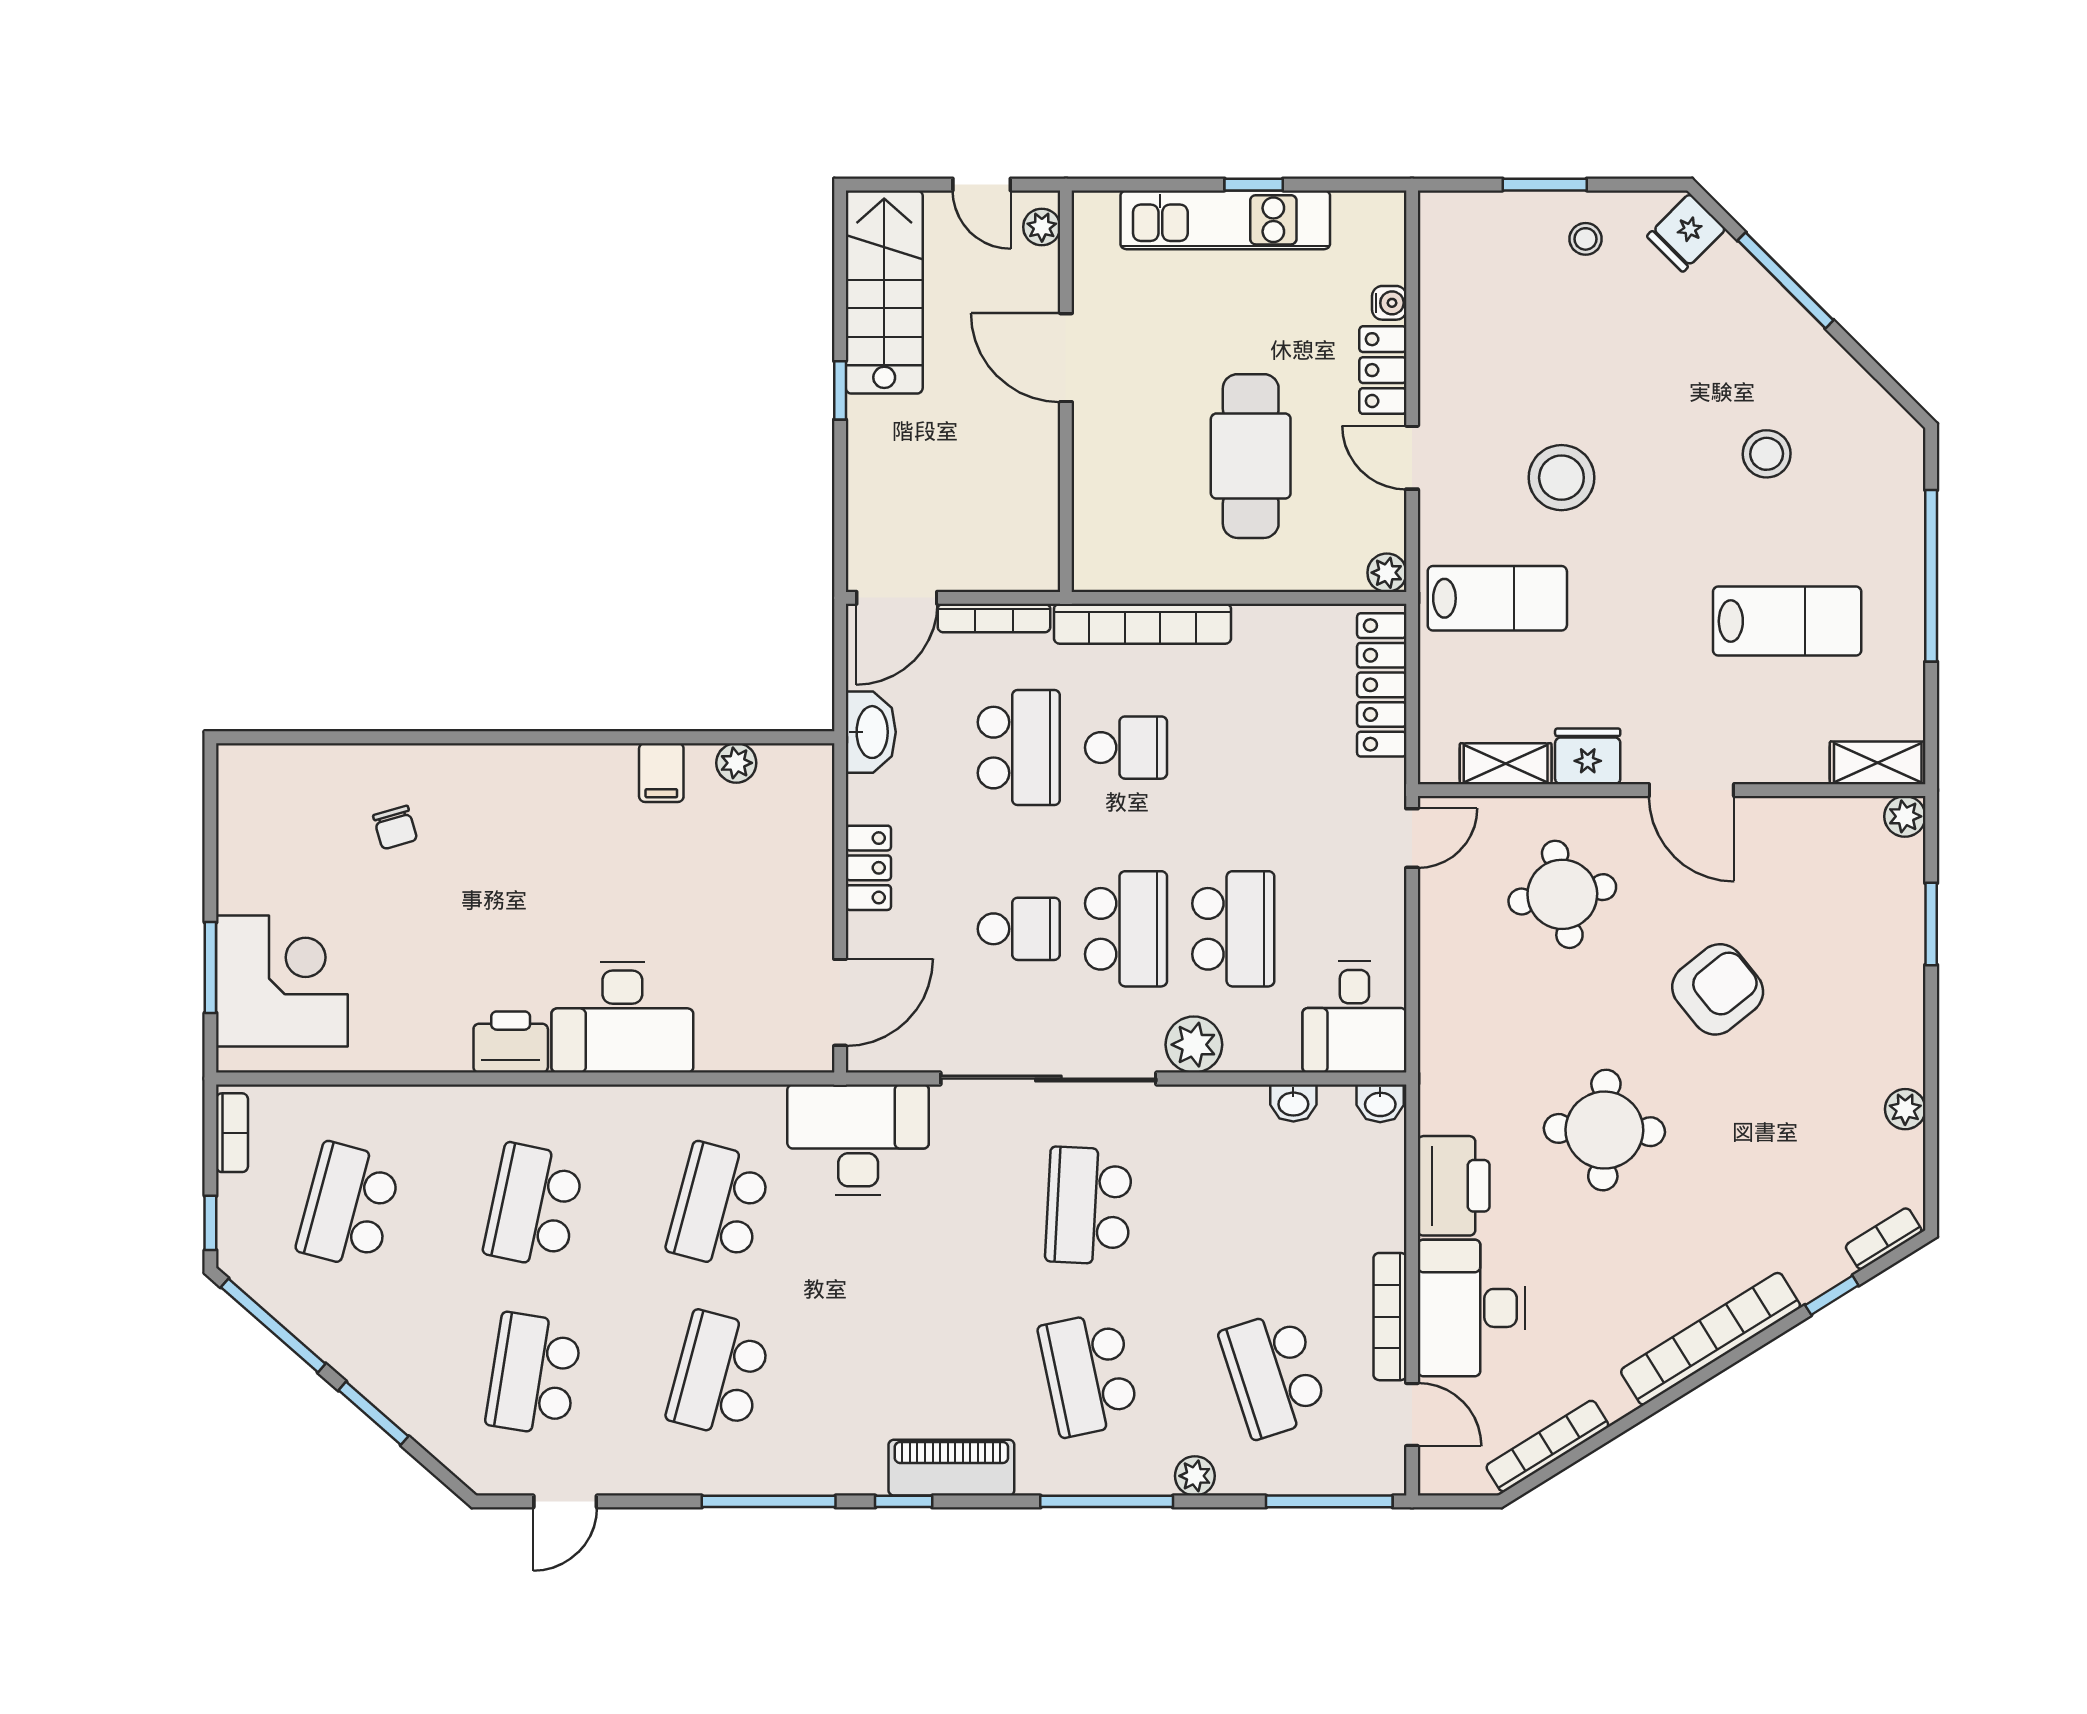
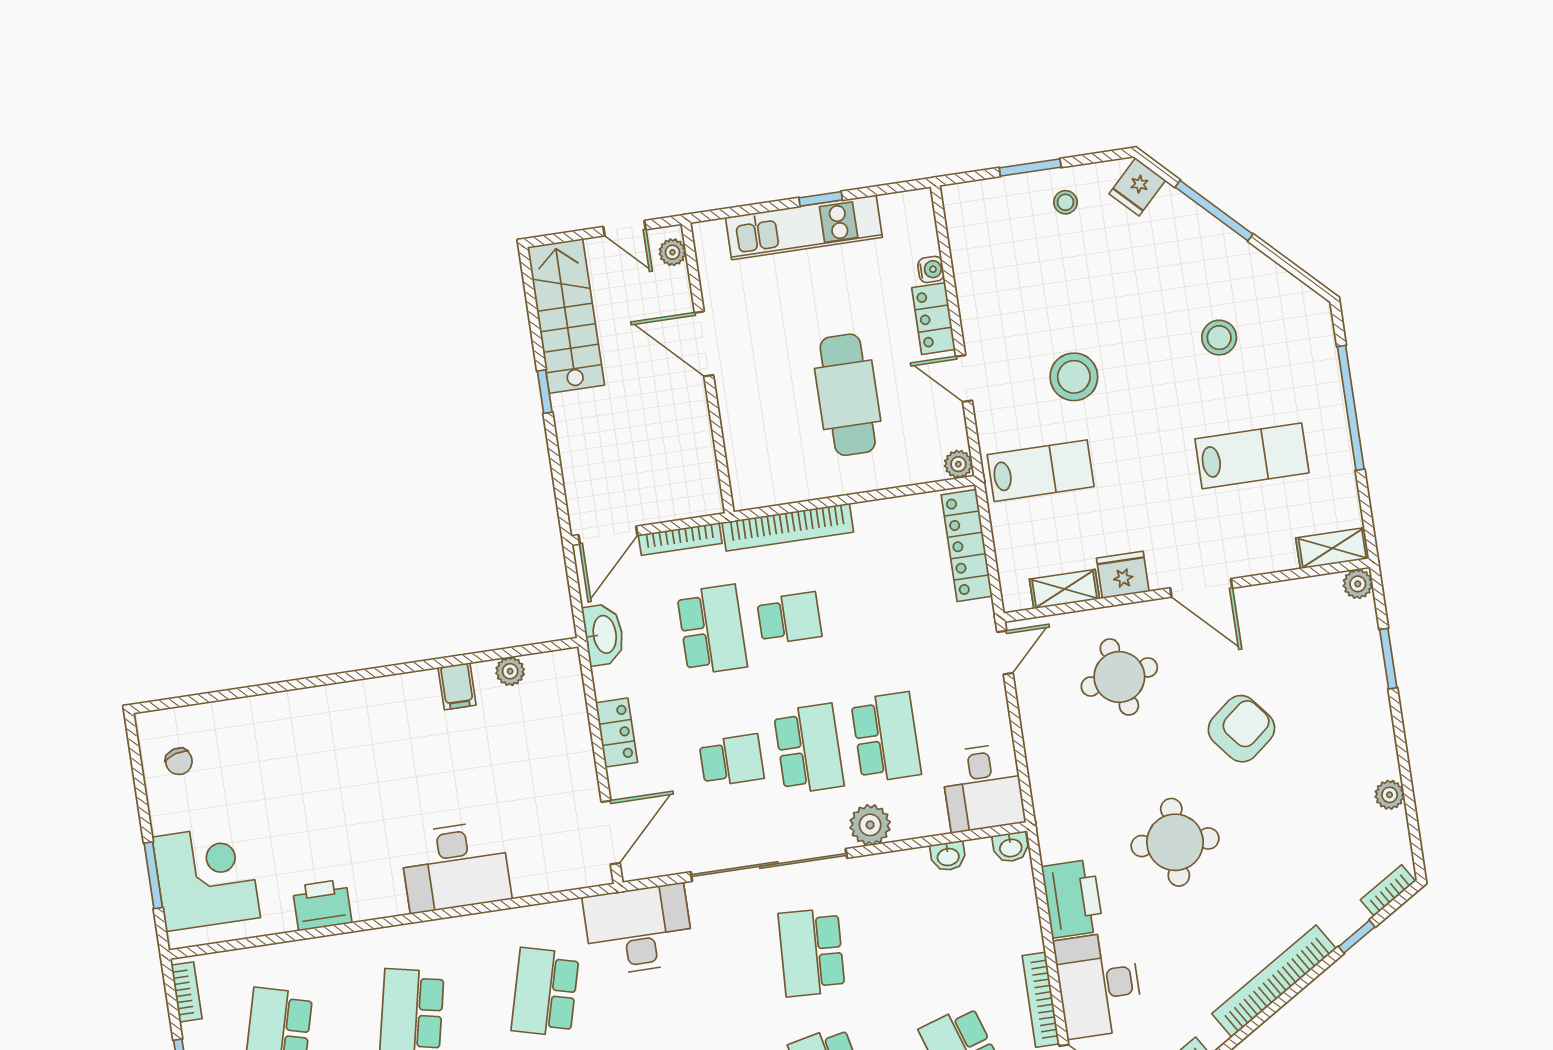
chair: (395, 828) -> (179, 761), moved
printer: (511, 1042) -> (322, 905), moved

